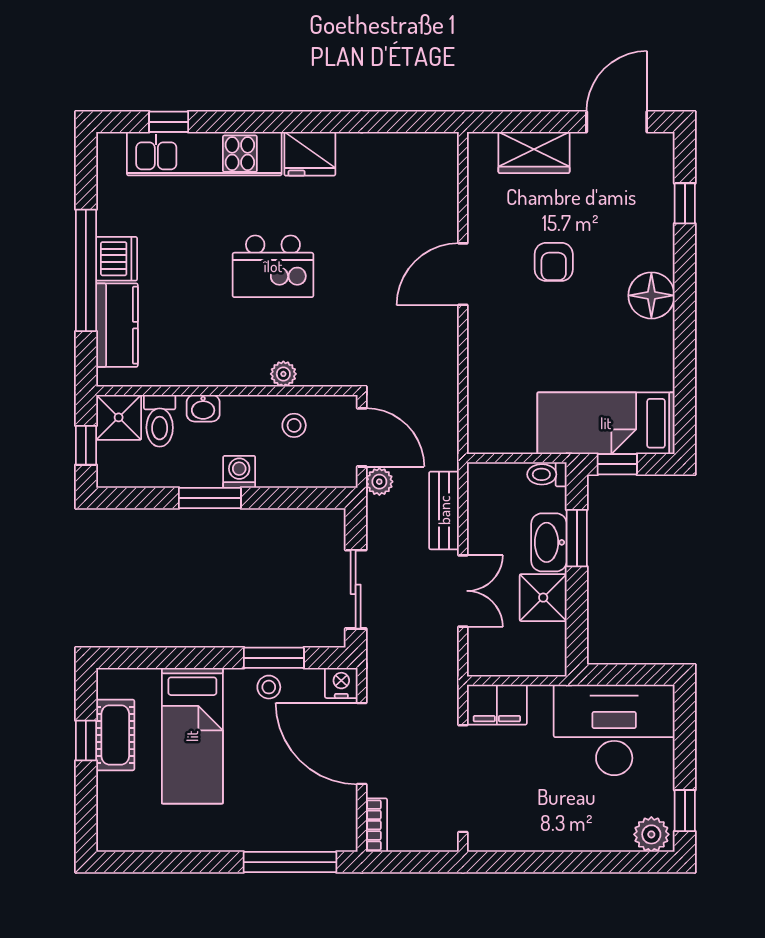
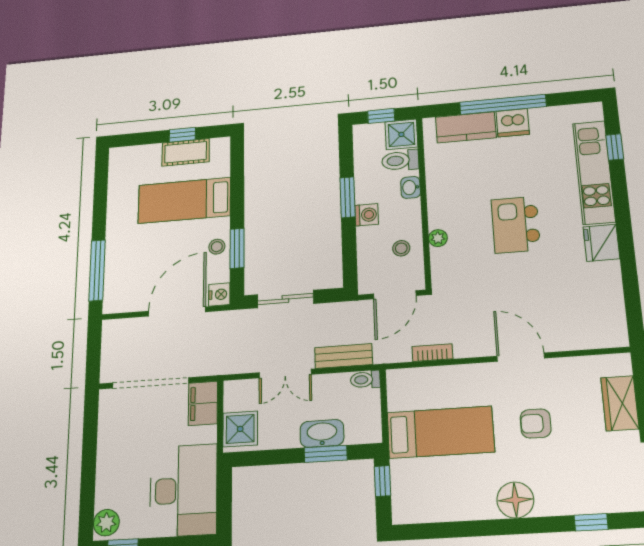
bed: (606, 423) -> (440, 432), moved, turned 90
toilet: (547, 474) -> (365, 380), moved, turned -90
plant: (379, 482) -> (363, 309), removed
shower: (543, 598) -> (240, 429), moved
bookcase: (376, 825) -> (432, 353), moved, turned 180

